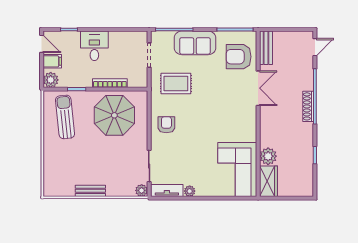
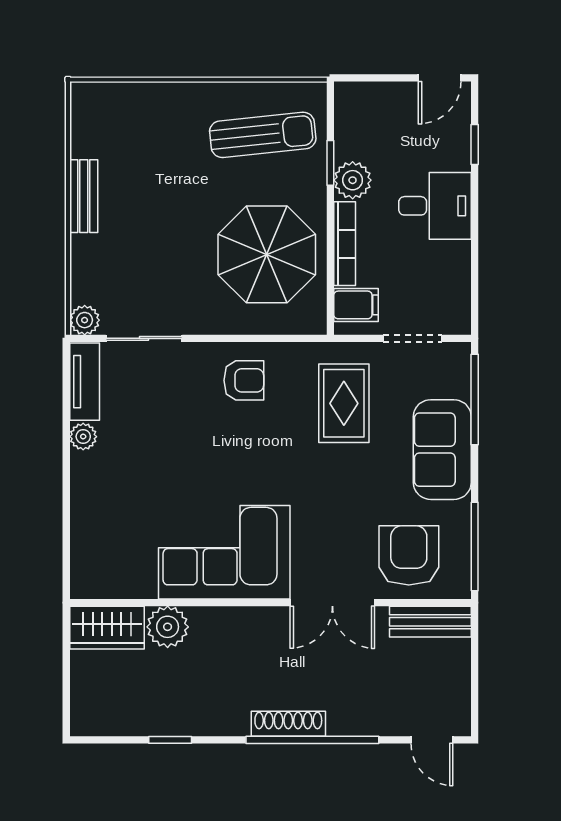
filing cabinet: (52, 61) -> (356, 305), moved, turned -90
plant: (51, 80) -> (353, 180), moved
corner sofa: (237, 170) -> (224, 552), moved

